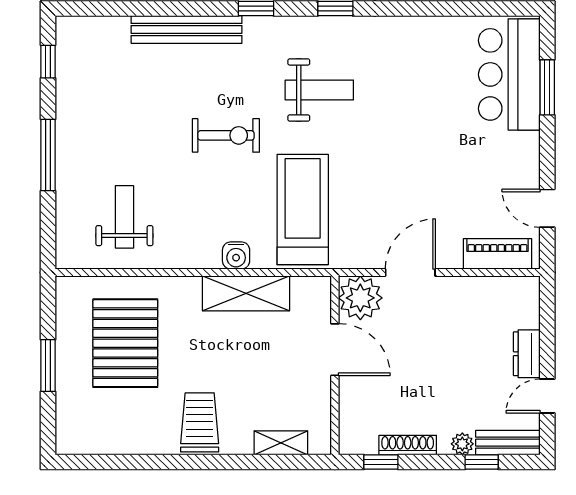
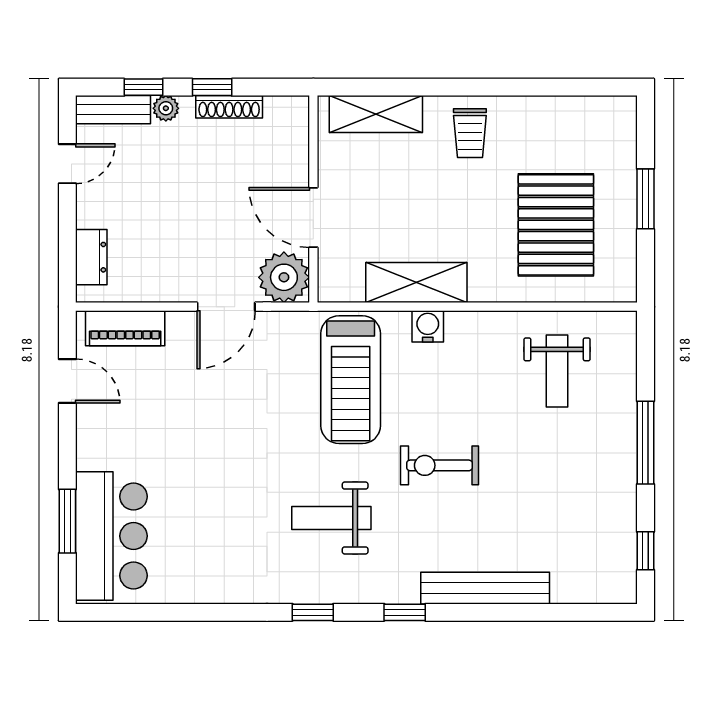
dresser: (527, 354) -> (91, 257), moved
trolley: (200, 422) -> (470, 133), width x0.73, depth x0.72
shelving: (281, 443) -> (376, 114), width x1.50, depth x1.33
window: (381, 462) -> (212, 87), moved

